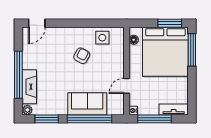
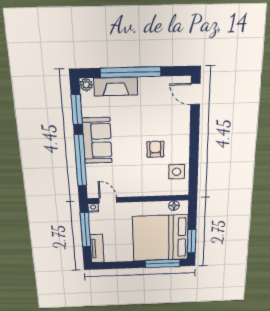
armchair: (82, 56) -> (155, 149), turned -119
door: (127, 86) -> (108, 200), moved
sofa: (87, 104) -> (97, 141), moved

